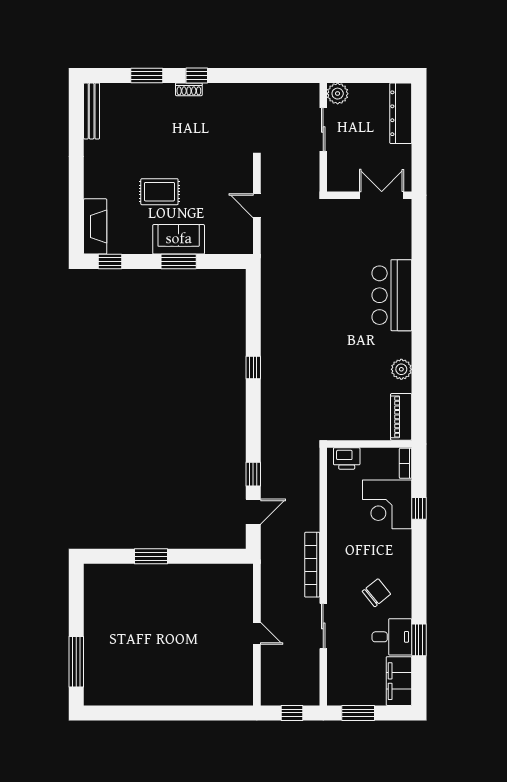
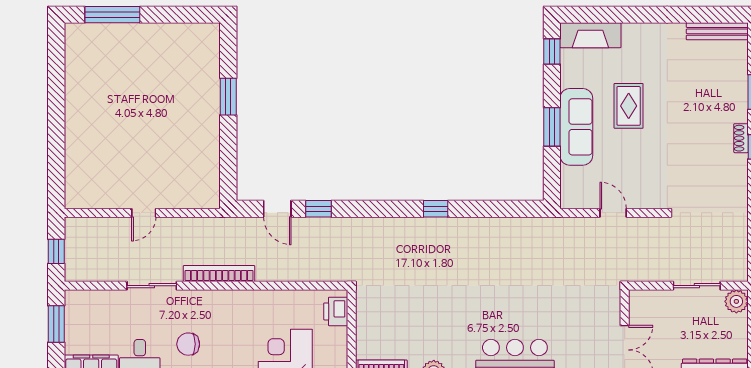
door: (257, 206) -> (613, 213), hinge flipped
sofa: (179, 239) -> (576, 127), width x1.36
chair: (376, 593) -> (188, 344), turned 129

